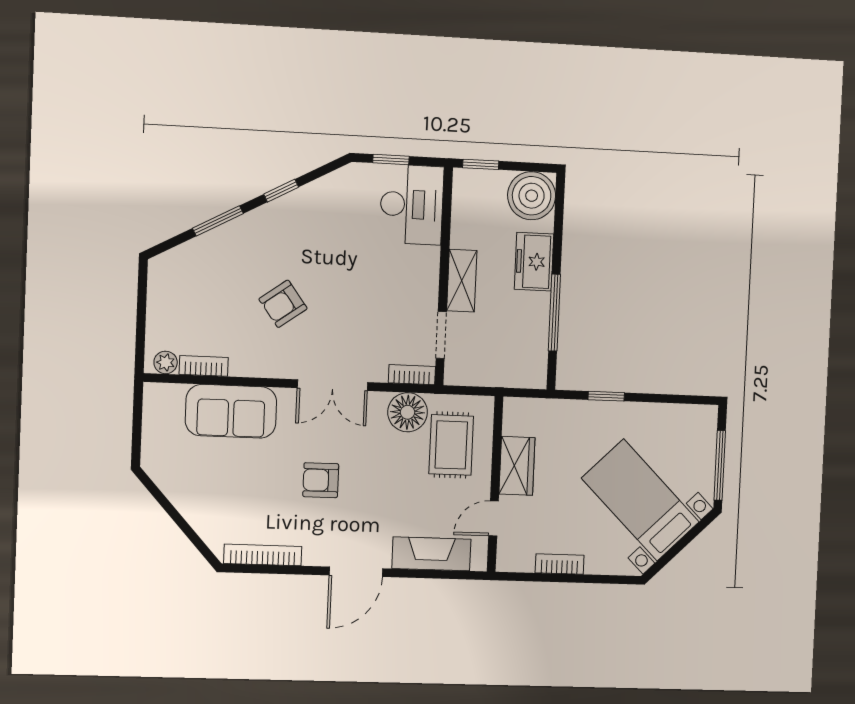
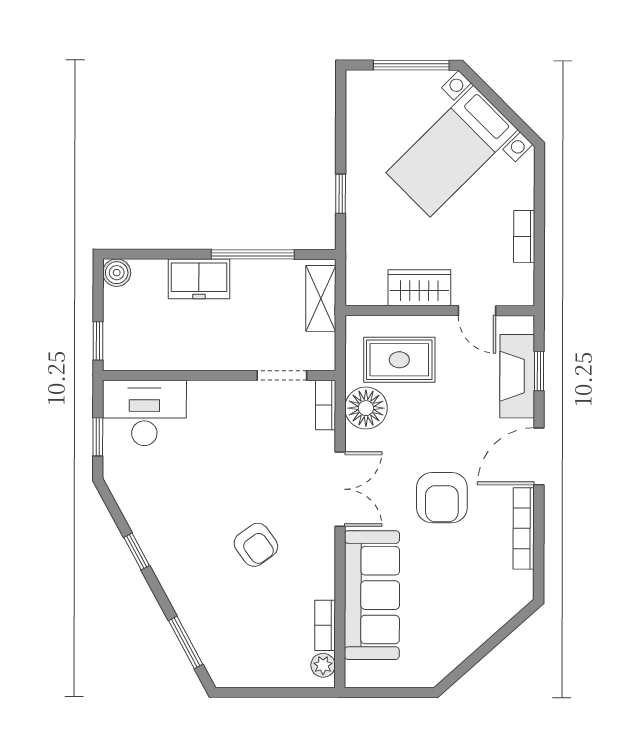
boiler: (532, 196) -> (117, 273), width x0.54, depth x0.54
window: (218, 221) -> (186, 642), moved
shelving: (462, 281) -> (321, 298), moved, turned 90
sofa: (231, 411) -> (372, 595), width x1.36
armchair: (321, 480) -> (442, 498), width x1.38, depth x1.38
bookcase: (263, 555) -> (524, 528), moved
door: (356, 572) -> (539, 456), swing flipped
window: (435, 574) -> (539, 371), added

